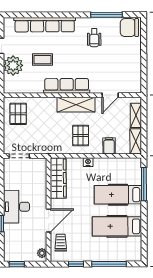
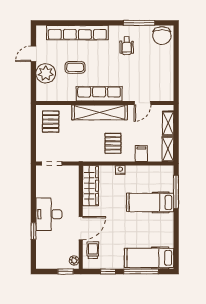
chair: (129, 28) -> (162, 36), turned -90
shelving: (76, 105) -> (100, 112), width x1.47
hospital bed: (117, 226) -> (149, 258), moved
window: (17, 264) -> (66, 272), moved

